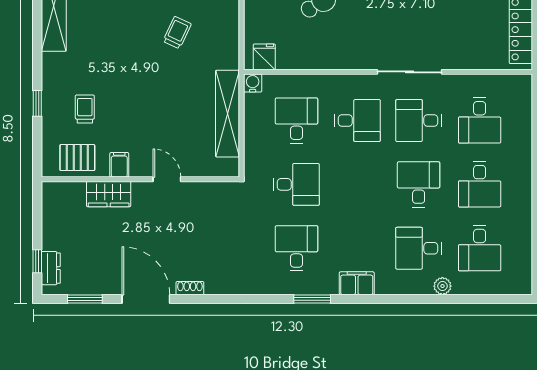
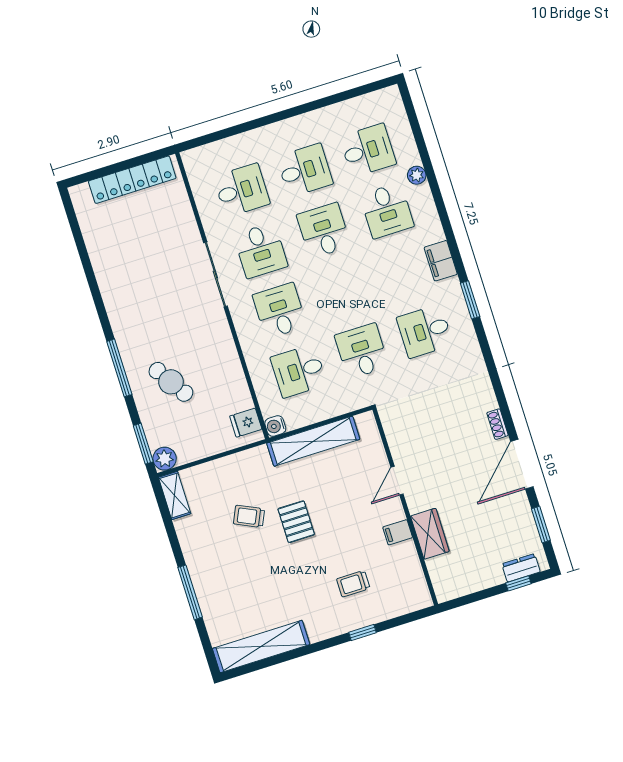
pallet: (77, 158) -> (296, 522), moved
desk: (419, 184) -> (324, 230), turned 90

